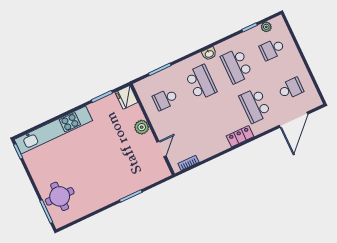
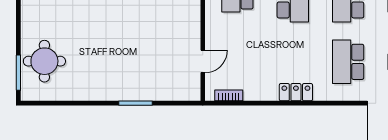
plant: (142, 127) -> (190, 22), removed
locker: (240, 136) -> (296, 92), moved

